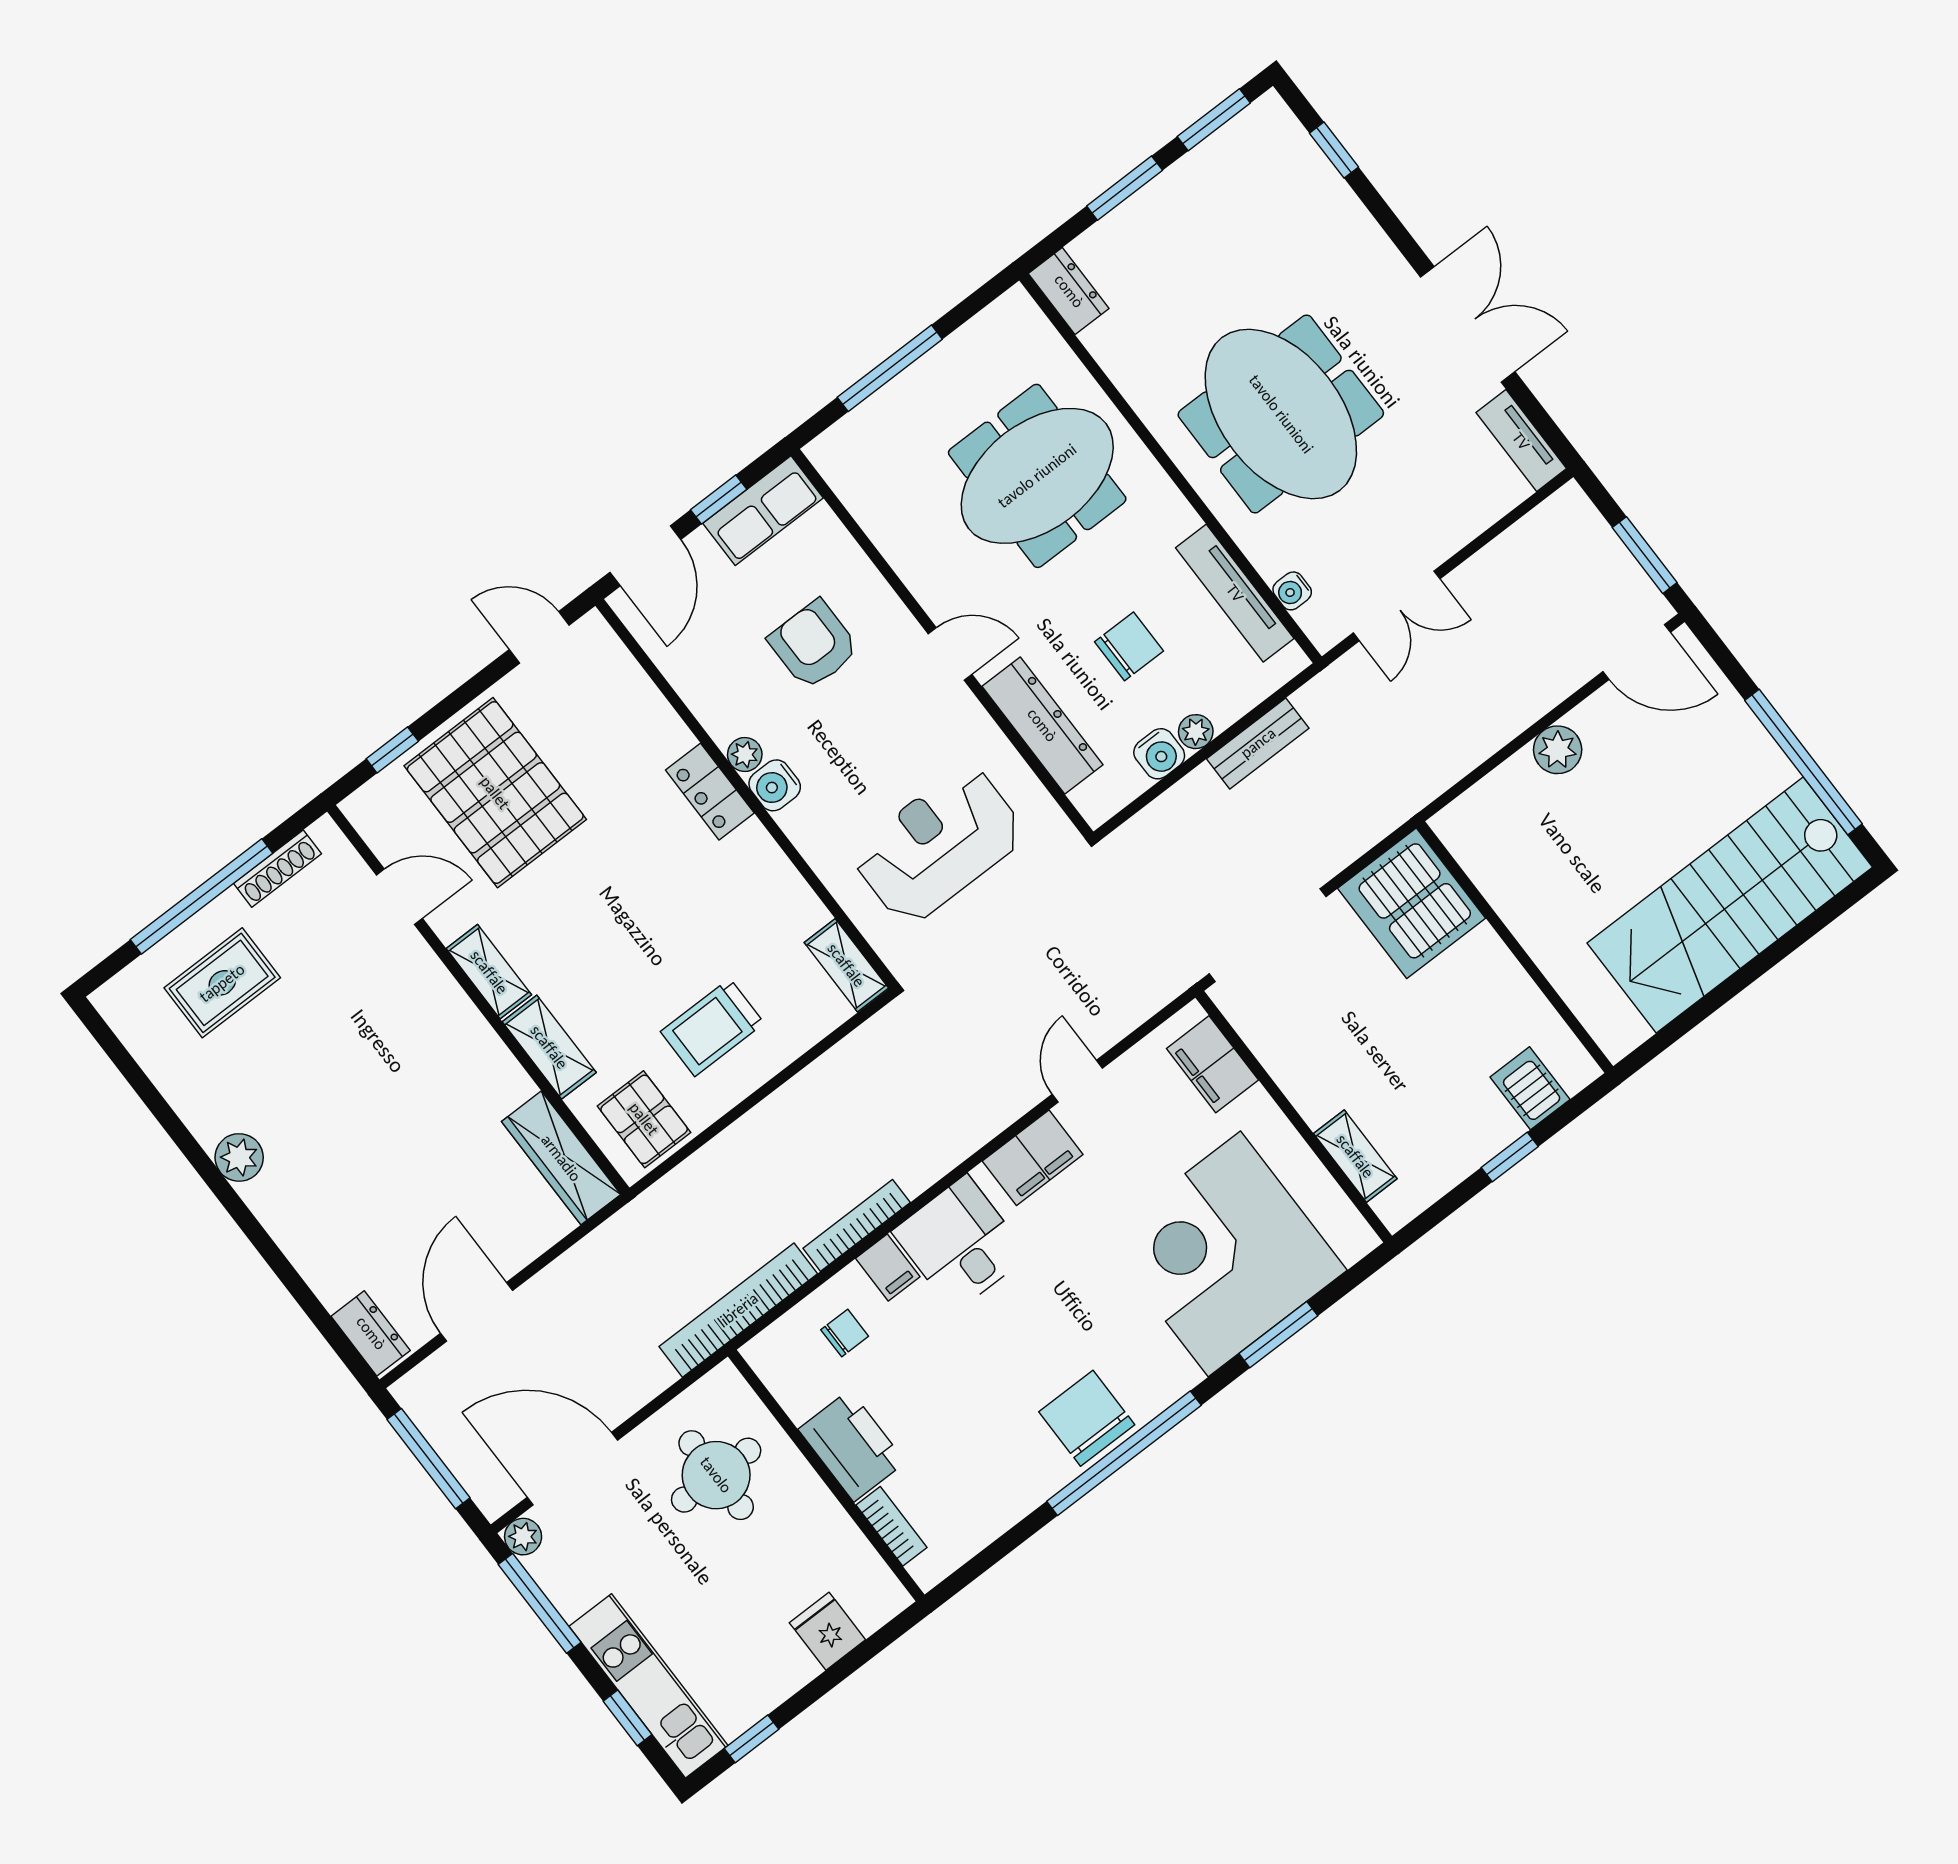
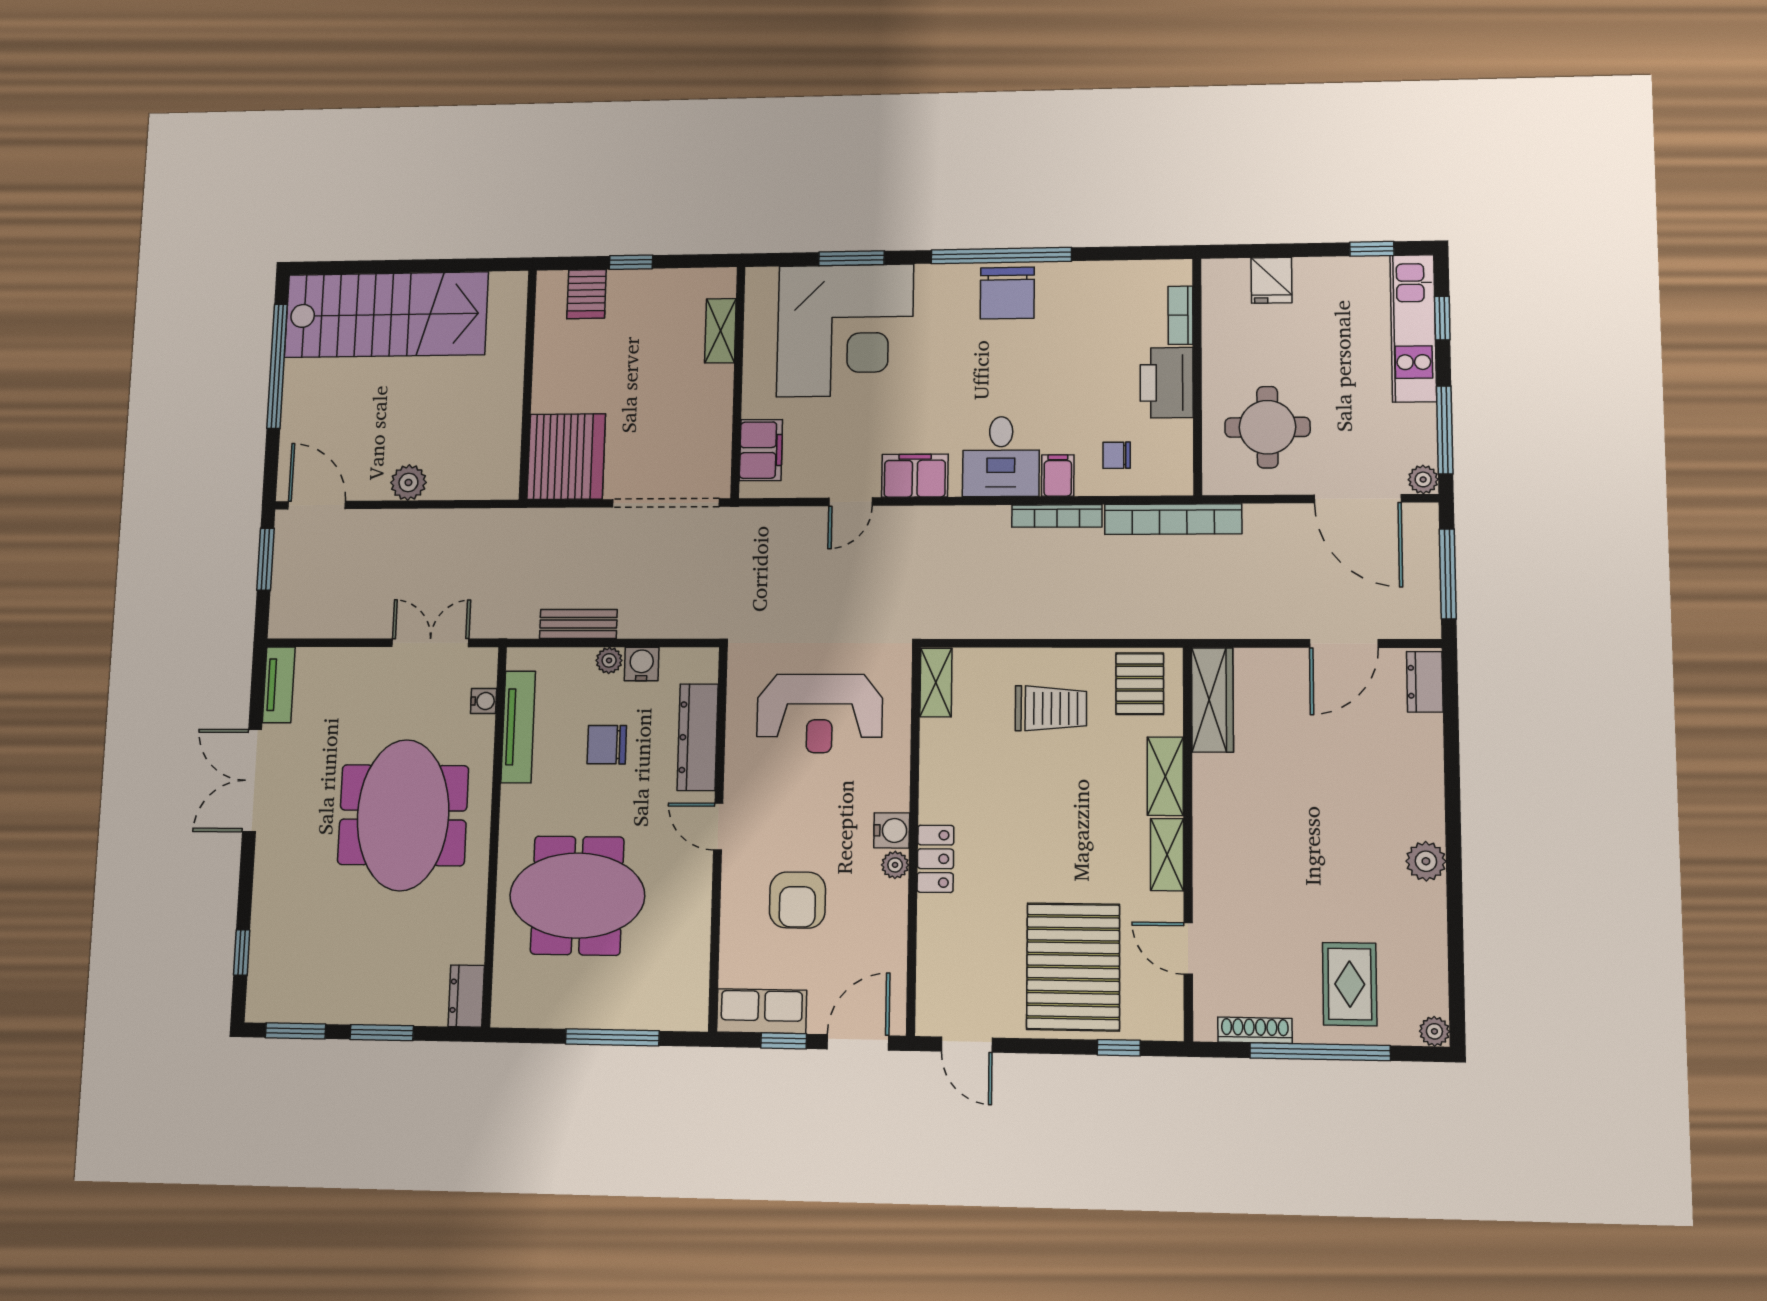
rug: (222, 983) -> (1350, 984), turned 90
plant: (111, 1000) -> (1434, 1031), added

